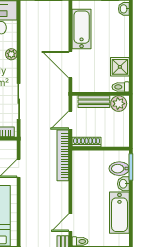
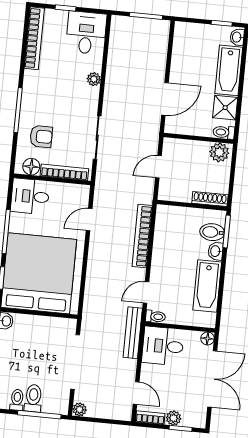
bathtub: (82, 29) -> (229, 70), moved, turned 180
door: (70, 65) -> (165, 99), swing flipped
bench: (94, 102) -> (189, 147), removed
shoe rack: (87, 142) -> (210, 199), moved
bookcase: (63, 155) -> (142, 236), moved

